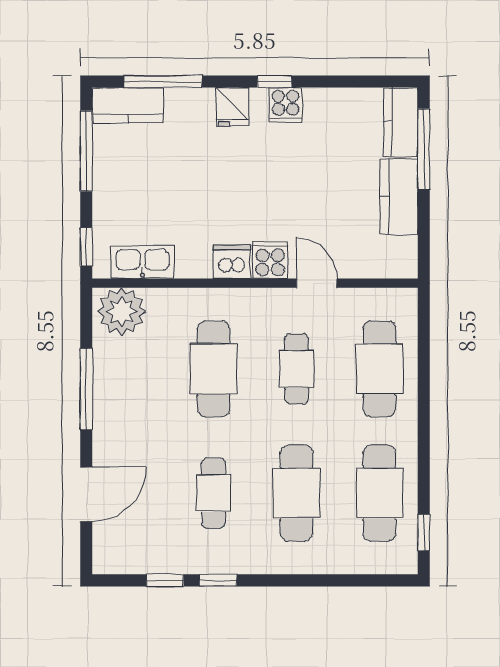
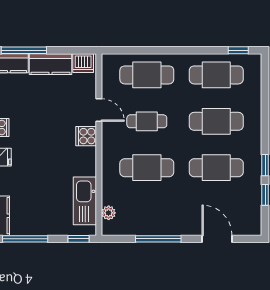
kitchen sink: (143, 262) -> (85, 201), width x1.36, depth x1.24
dishwasher: (232, 262) -> (83, 63), moved, turned -90
door: (317, 283) -> (99, 110), swing flipped
plant: (122, 311) -> (109, 213), width x0.53, depth x0.53
cafe table: (213, 493) -> (216, 168), width x1.37, depth x1.35

